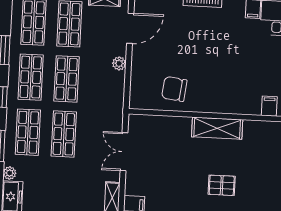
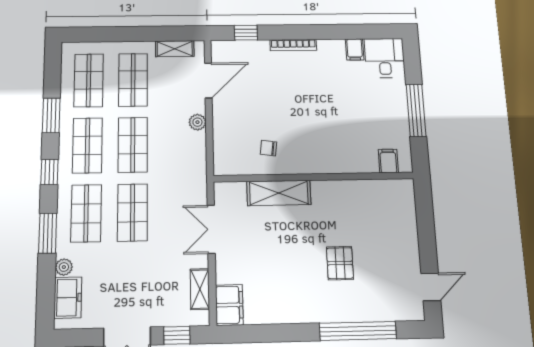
chair: (174, 89) -> (268, 148), width x0.54, depth x0.54
shelving: (217, 128) -> (279, 193), moved
pallet: (222, 185) -> (340, 263), turned 90

